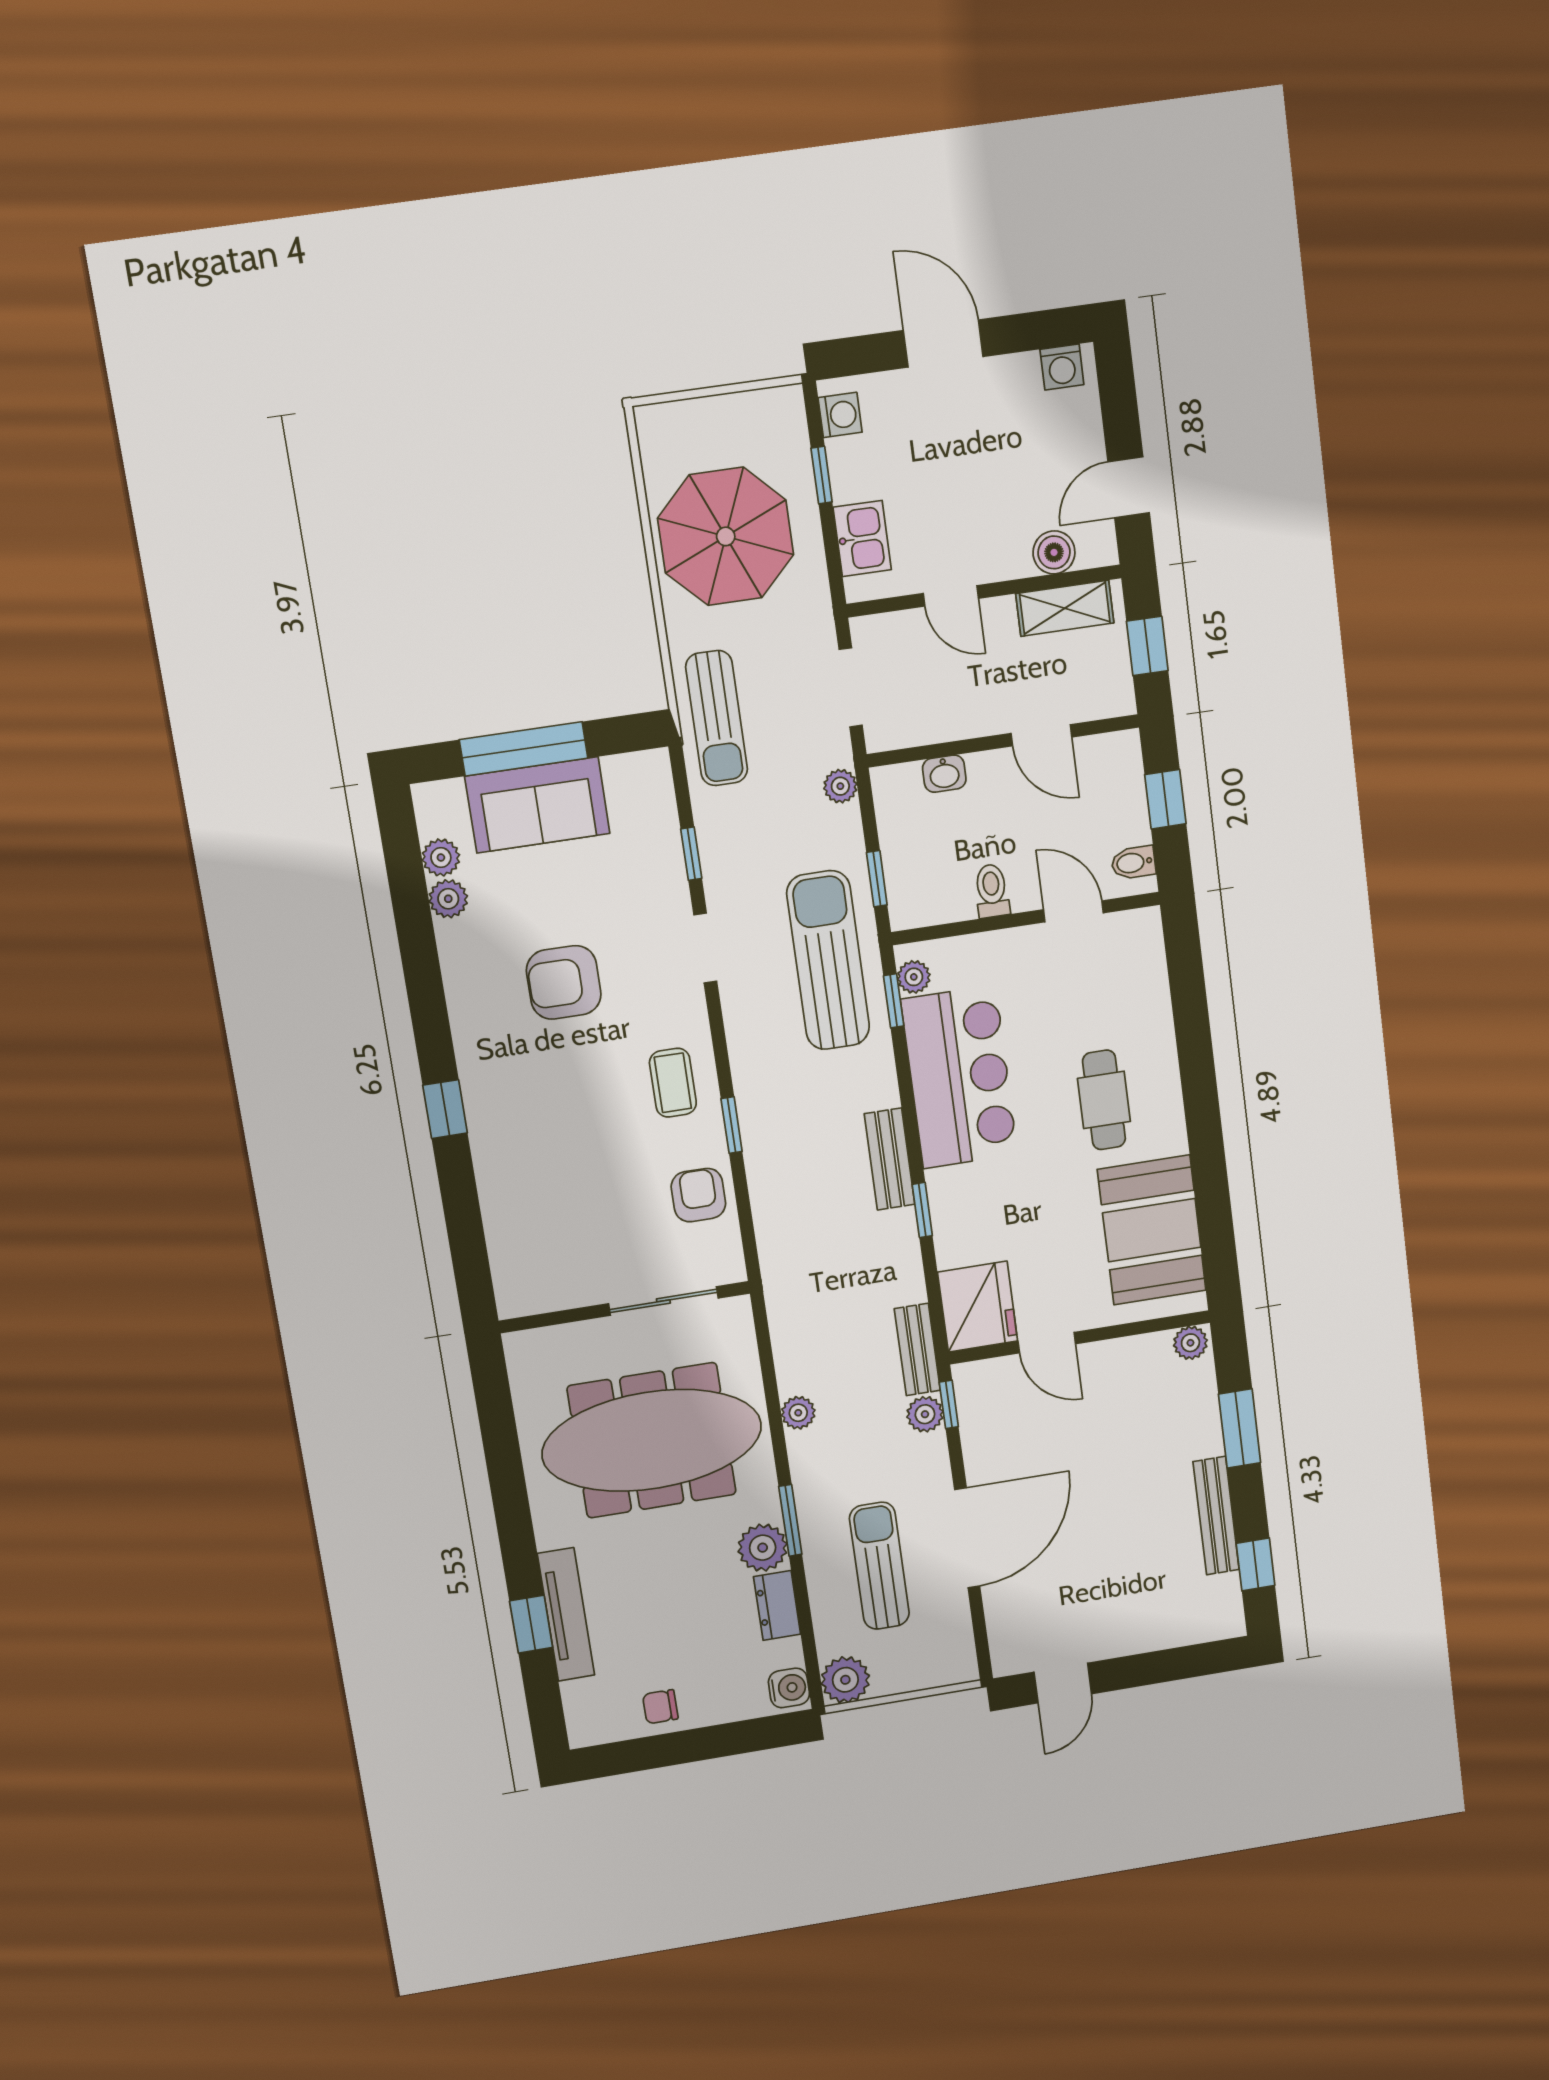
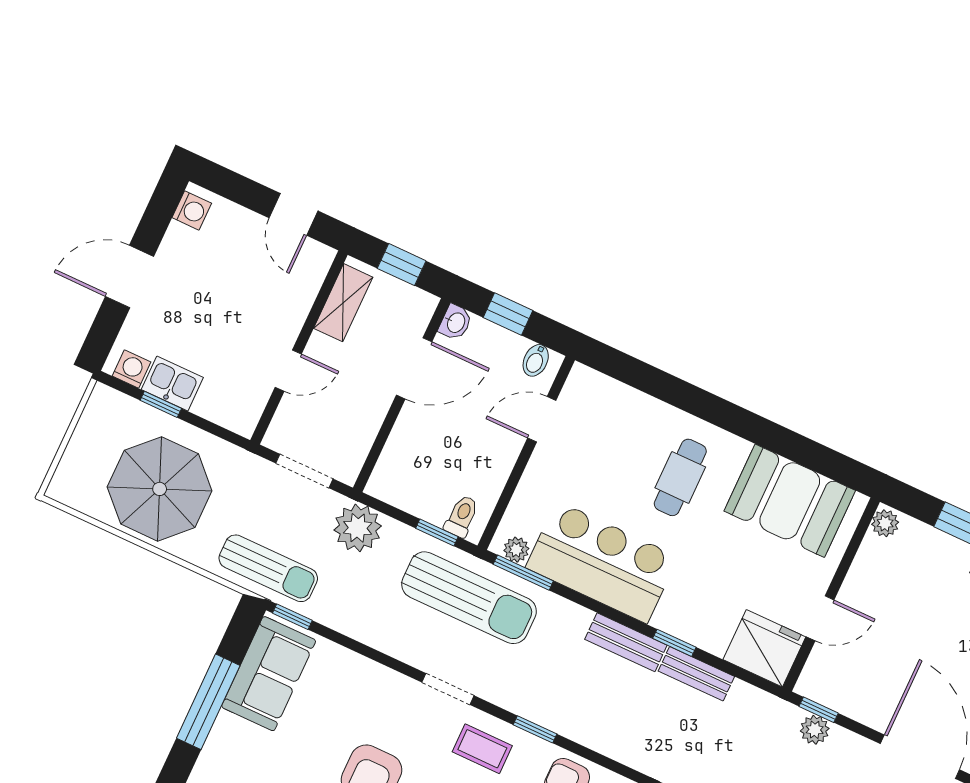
kitchen sink: (862, 538) -> (172, 383), moved
boiler: (1054, 552) -> (304, 288), removed
door: (1041, 735) -> (414, 368), width x1.38
washbasin: (944, 774) -> (455, 322), moved
plant: (840, 786) -> (358, 528), width x1.87, depth x1.87
sofa: (537, 805) -> (269, 674), moved
window: (691, 854) -> (292, 617), moved
toilet: (992, 891) -> (462, 516), moved, turned 90
doorway: (705, 948) -> (448, 689), moved
sun lounger: (828, 960) -> (469, 598), turned 180
window: (894, 1001) -> (523, 573), width x1.50
cafe table: (1104, 1100) -> (680, 477), turned 90
bench: (917, 1350) -> (696, 674), moved

